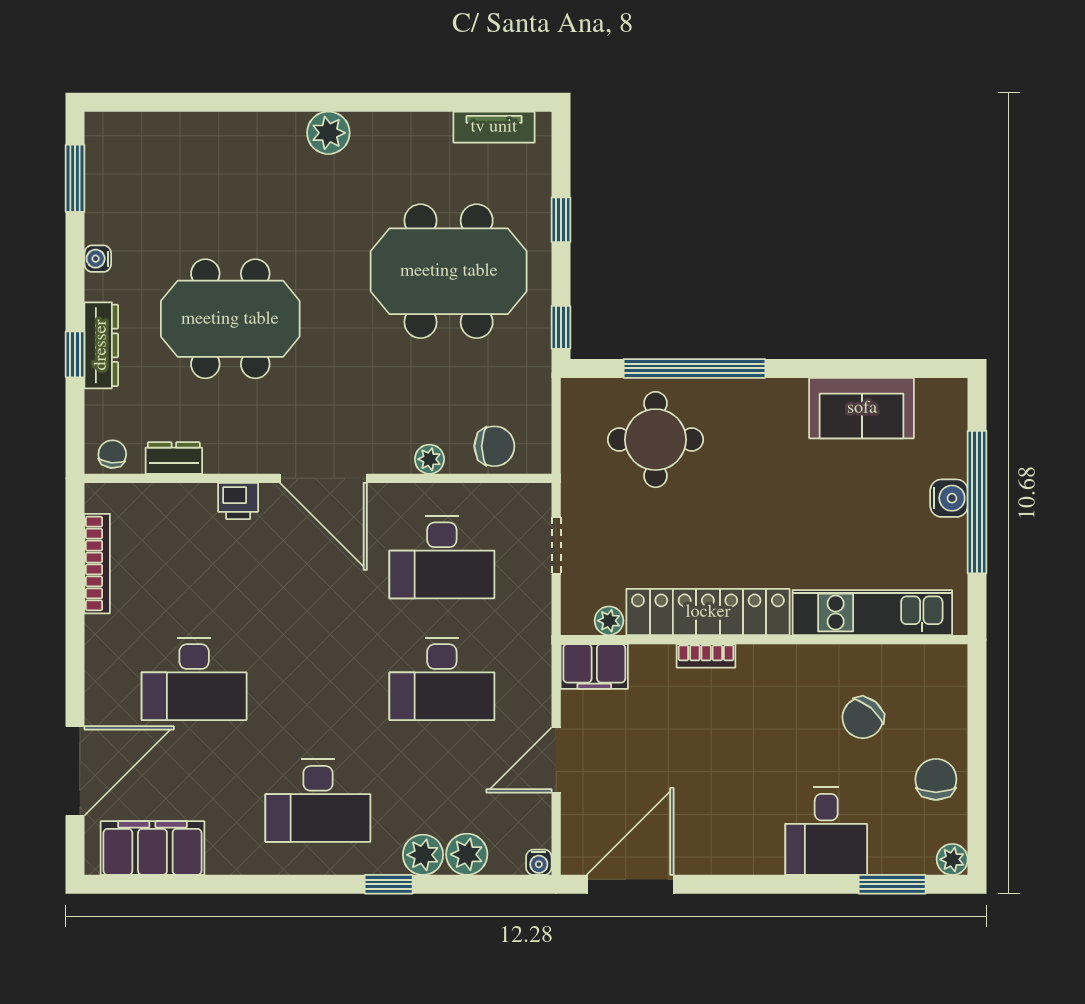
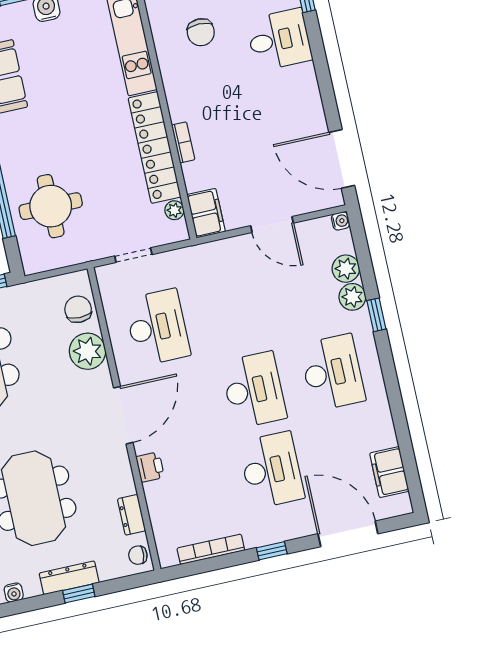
plant: (429, 459) -> (88, 351), width x1.87, depth x1.87
window: (75, 653) -> (272, 551), added
desk: (442, 679) -> (254, 390), moved
chair: (863, 718) -> (201, 32), turned 50
filing cabinet: (152, 848) -> (389, 472), width x0.67, depth x0.86

